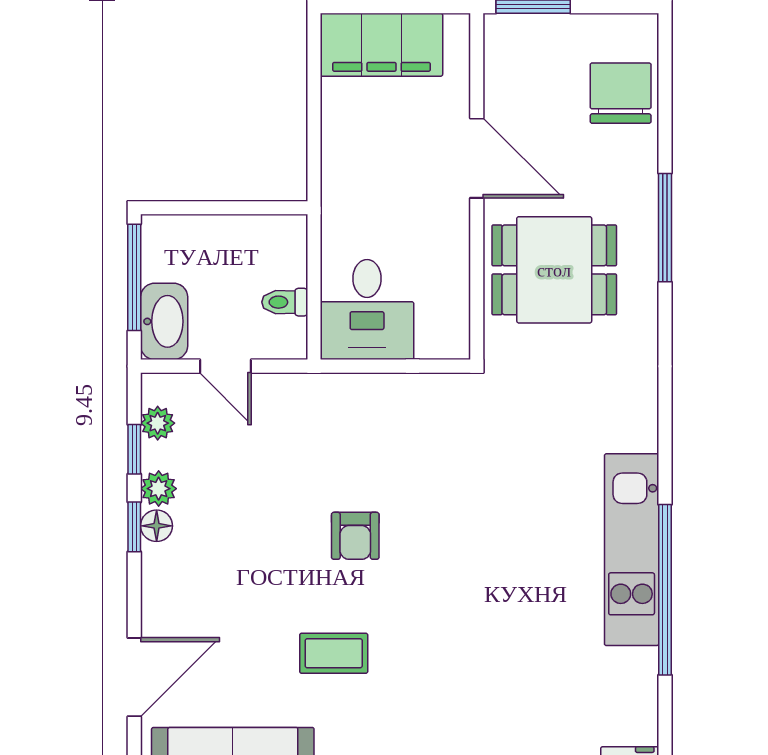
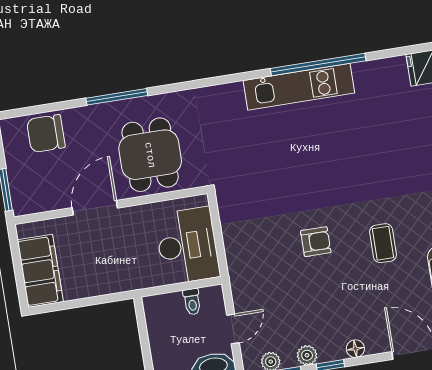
desk: (367, 310) -> (187, 246), width x1.37
floor lamp: (157, 526) -> (355, 349), moved

